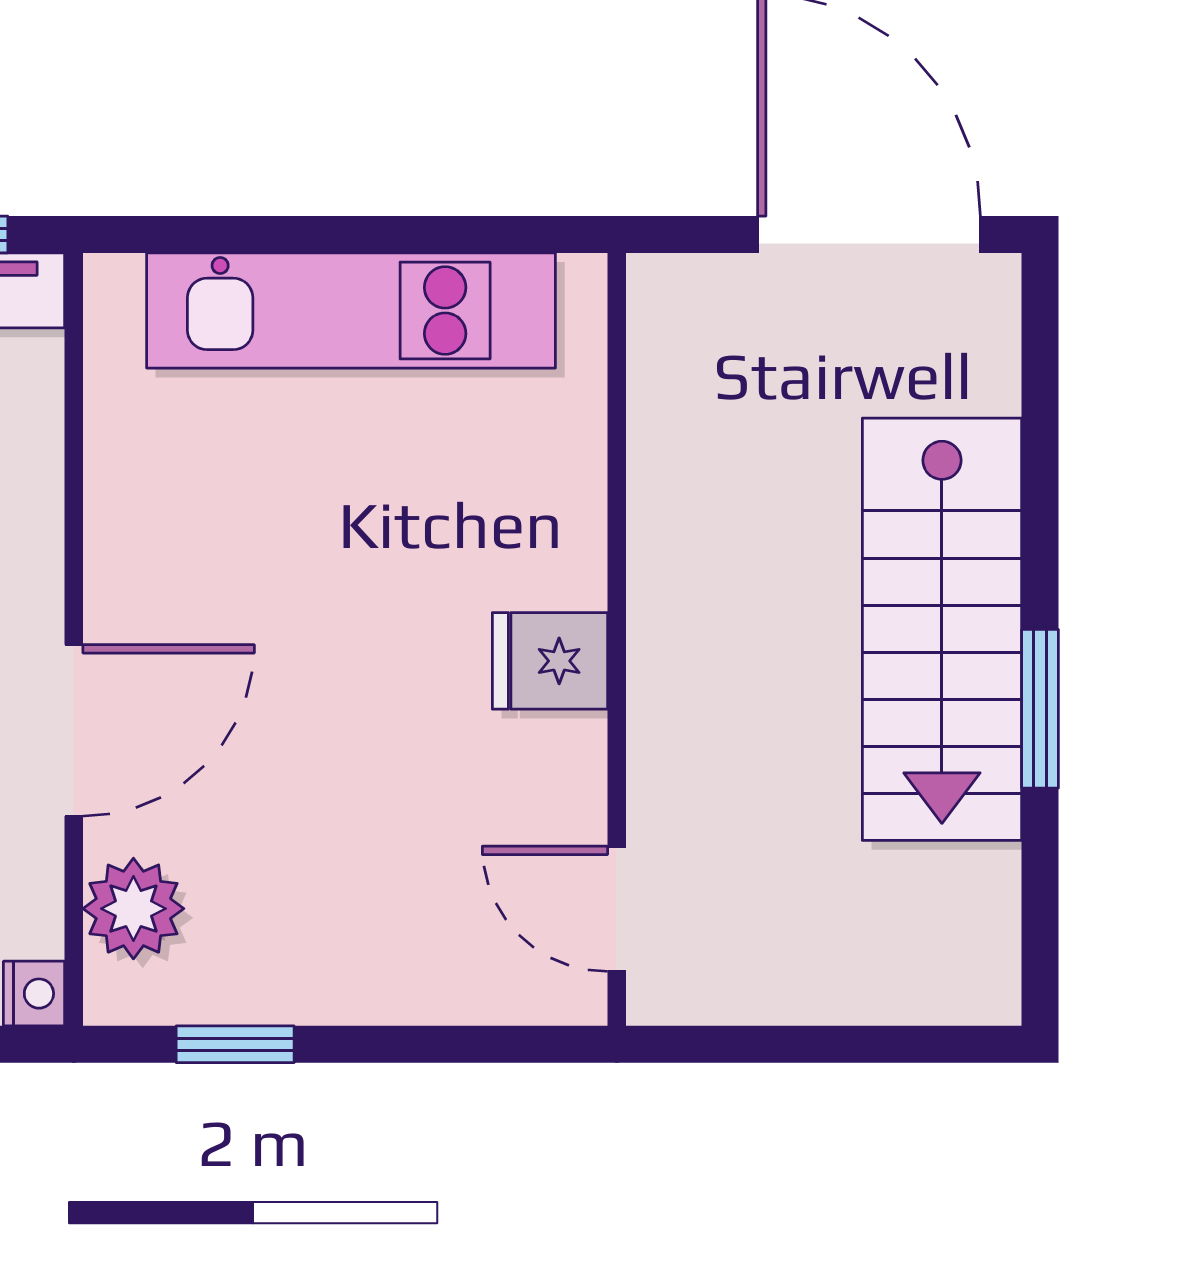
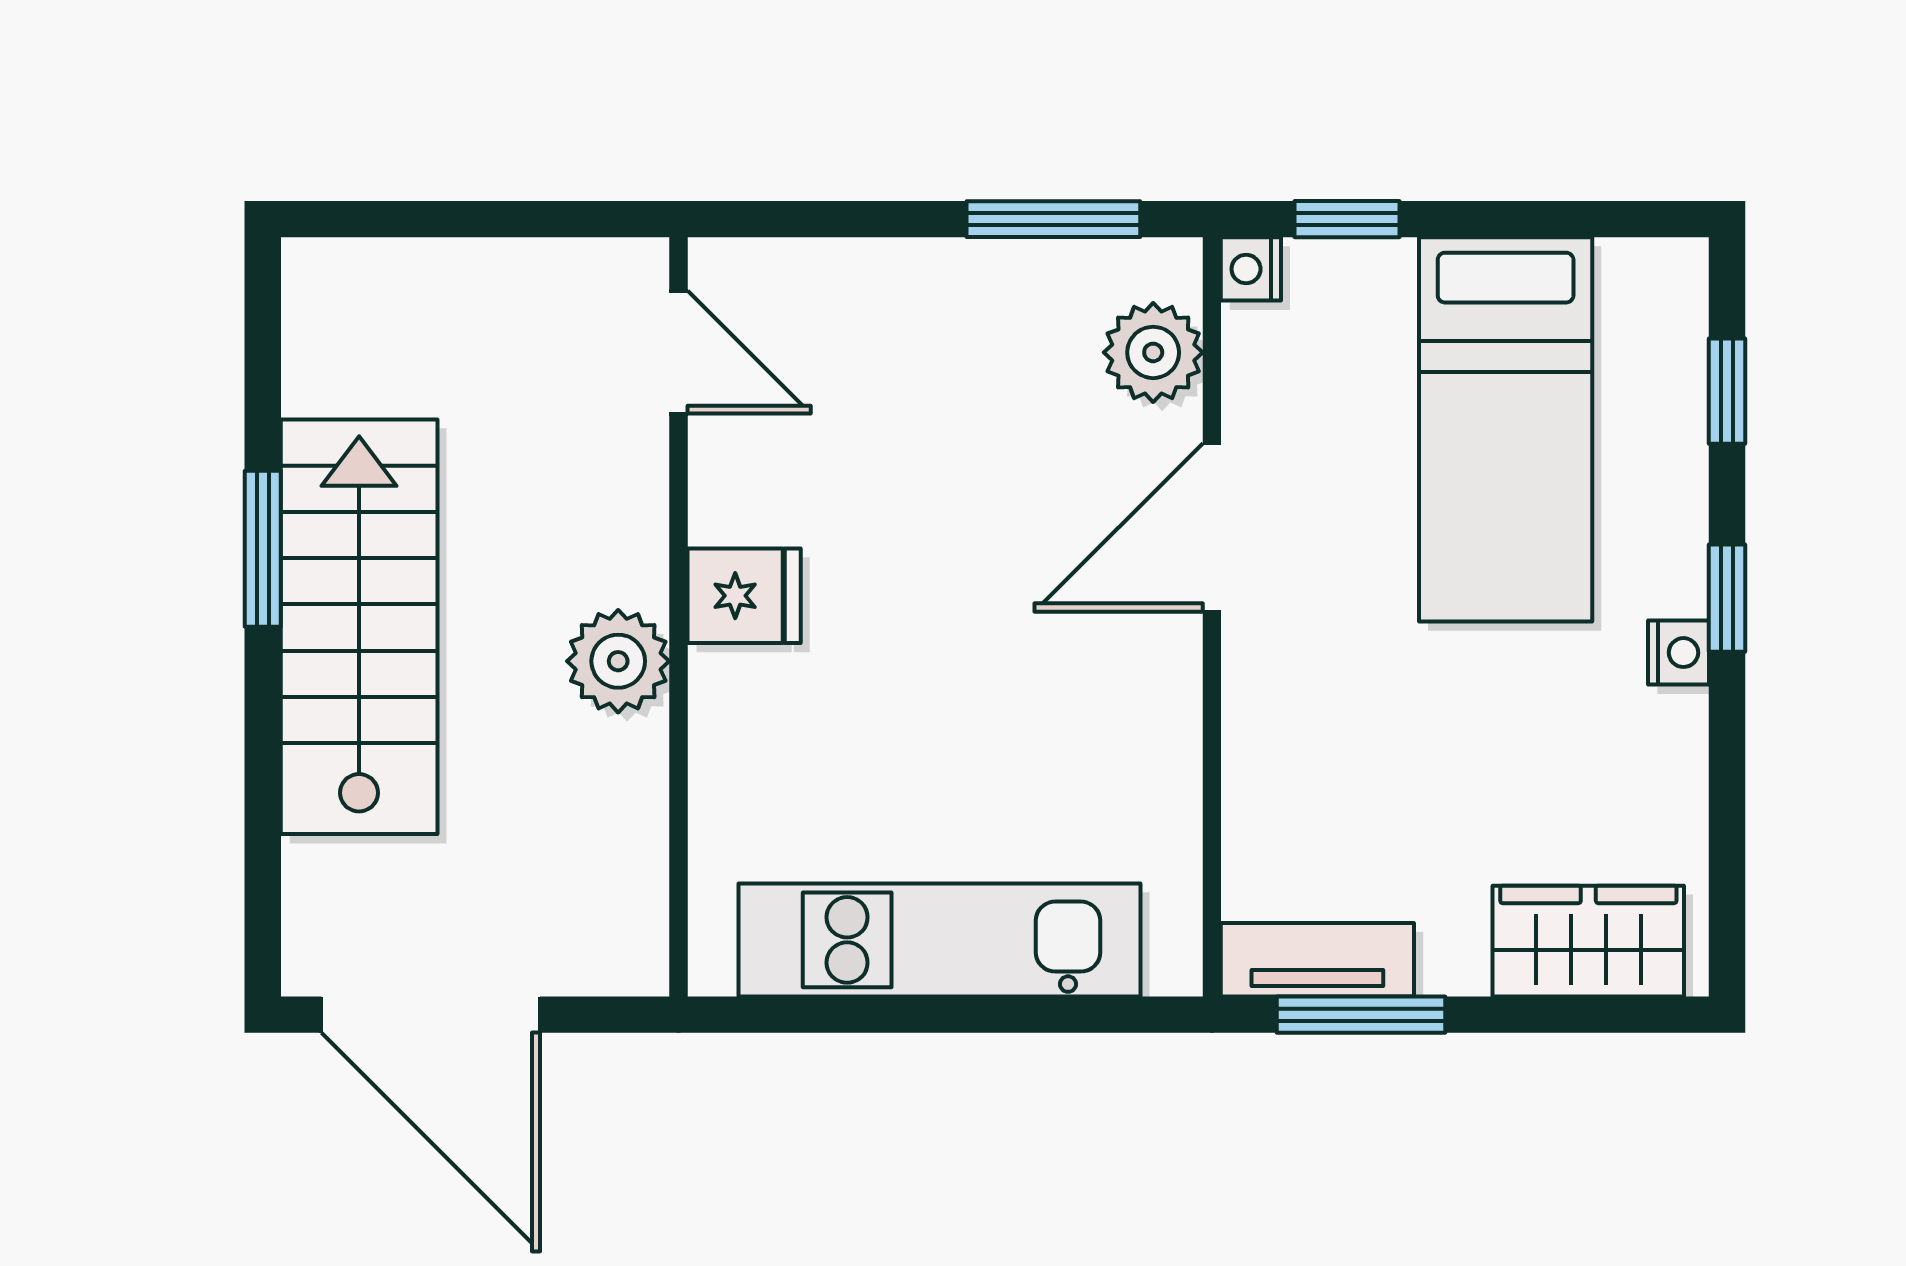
plant: (678, 594) -> (618, 661), added
window: (235, 1044) -> (1053, 219), width x1.50

